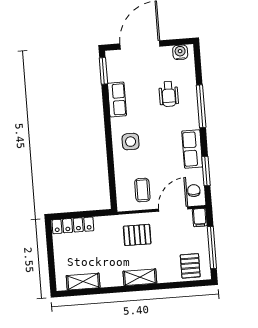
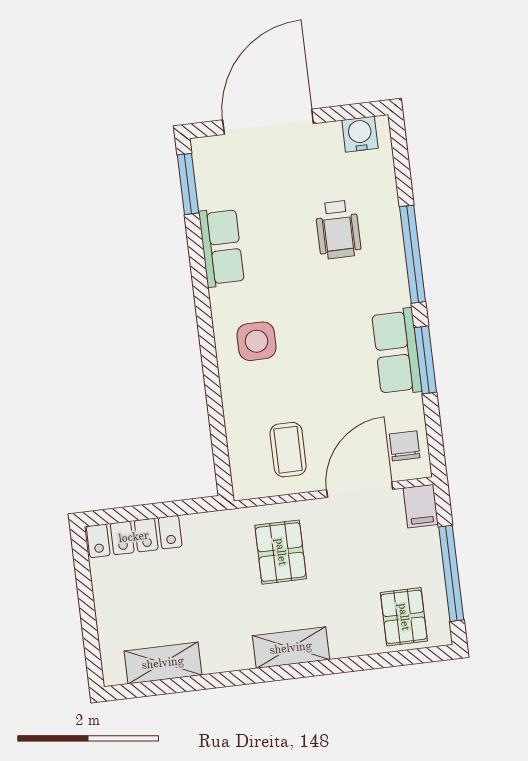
window: (206, 171) -> (425, 360), moved
pallet: (137, 235) -> (281, 552), turned 90

